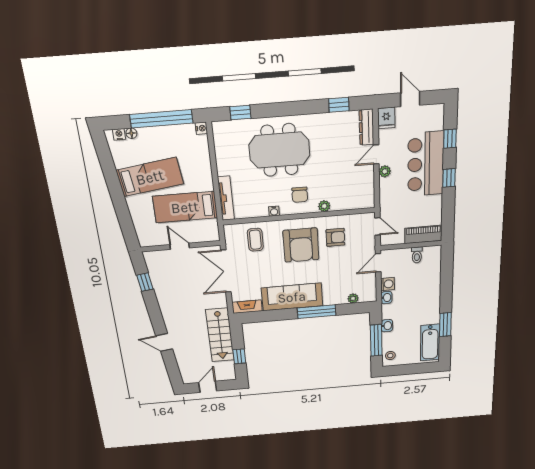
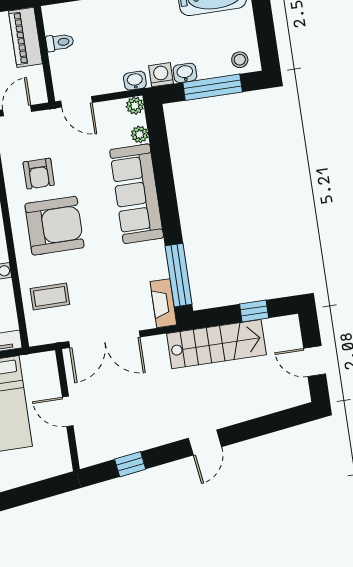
armchair: (335, 237) -> (39, 174), turned 180
door: (180, 246) -> (68, 411), hinge flipped
washing machine: (388, 284) -> (161, 75), moved
sofa: (292, 297) -> (137, 194), moved
plant: (371, 297) -> (135, 106), added
window: (317, 312) -> (179, 275), moved
door: (164, 342) -> (205, 442), moved

